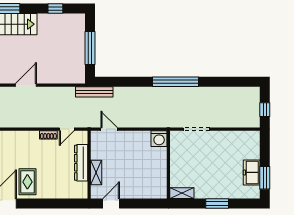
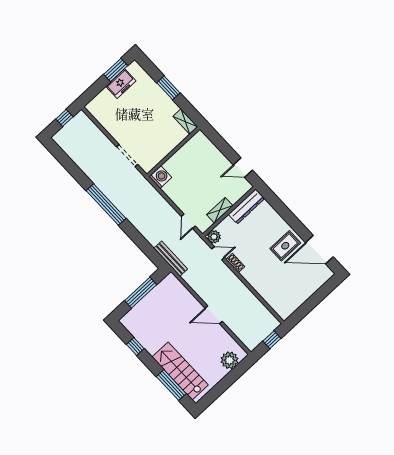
plant: (81, 137) -> (214, 237), added
dresser: (81, 163) -> (246, 206), moved
shelving: (96, 173) -> (220, 210), moved

